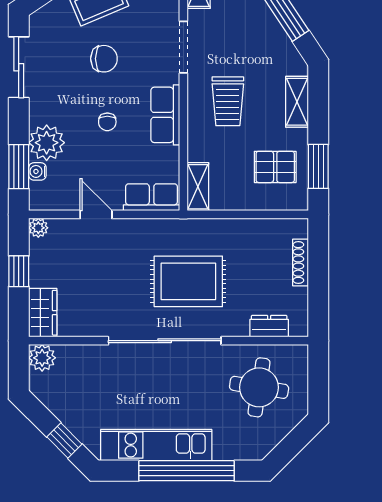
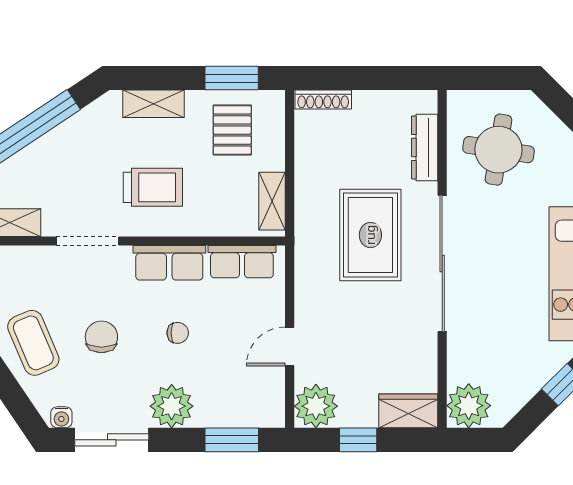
plant: (47, 143) -> (172, 406), moved
water cooler: (37, 171) -> (61, 417), moved
shelving: (198, 187) -> (272, 201), moved, turned 90
row of seats: (152, 197) -> (242, 262), moved, turned -90
plant: (38, 228) -> (316, 406), width x1.88, depth x1.88
shoe rack: (300, 262) -> (323, 100), moved
dresser: (269, 326) -> (425, 148), width x1.44
plant: (42, 358) -> (469, 406), width x1.36, depth x1.36

